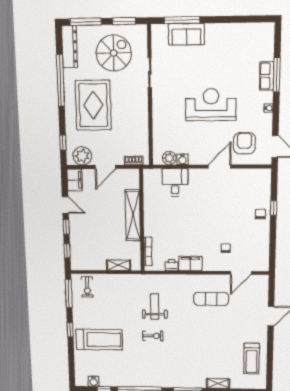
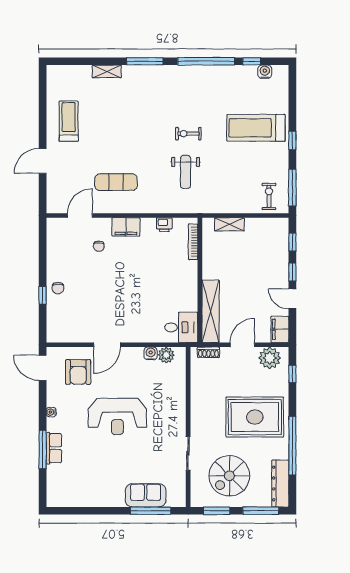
rug: (93, 105) -> (255, 417), turned 90
desk: (175, 182) -> (181, 327), moved, turned -90
shelving: (133, 215) -> (211, 311), moved
filing cabinet: (190, 263) -> (126, 227), moved
treadmill: (252, 359) -> (69, 121), moved

